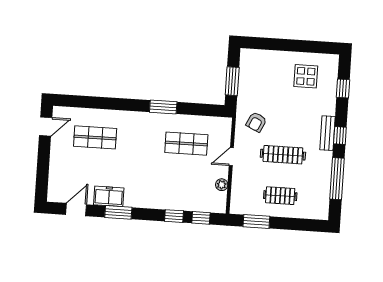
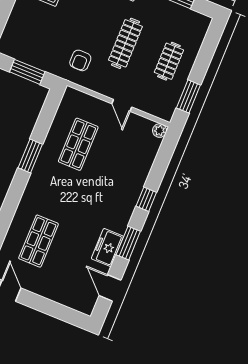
armchair: (256, 122) -> (80, 60), turned 65
door: (231, 157) -> (122, 105), moved
plant: (222, 185) -> (160, 131), moved
window: (174, 216) -> (146, 199), moved
window: (201, 218) -> (164, 155), removed

